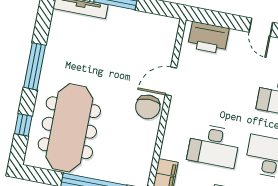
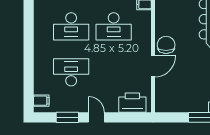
desk: (214, 146) -> (114, 26), turned 180

